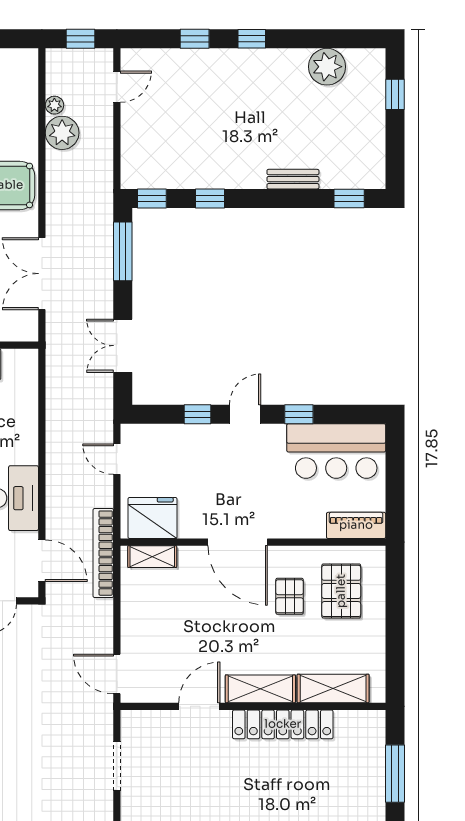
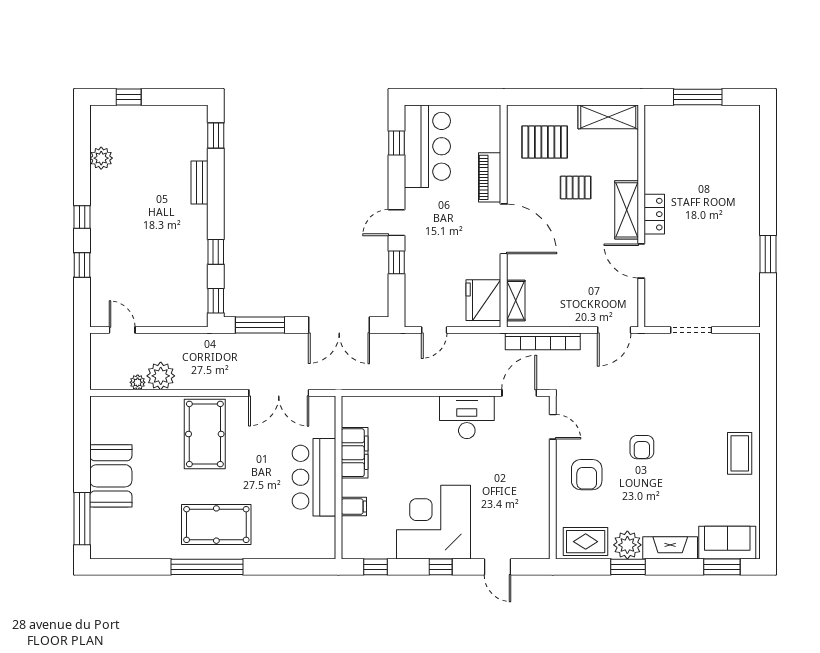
window: (81, 39) -> (82, 360), removed
plant: (327, 67) -> (101, 158), width x0.73, depth x0.73
double door: (123, 346) -> (339, 325), width x1.37
door: (245, 414) -> (397, 223), hinge flipped
window: (299, 414) -> (397, 143), moved
piano: (356, 525) -> (490, 177), moved
door: (238, 542) -> (504, 229), hinge flipped
bookcase: (103, 553) -> (543, 341), moved
pallet: (290, 596) -> (576, 188), moved
shelving: (333, 688) -> (608, 117), moved, turned 90
locker: (283, 724) -> (654, 214), width x0.46, depth x0.83

